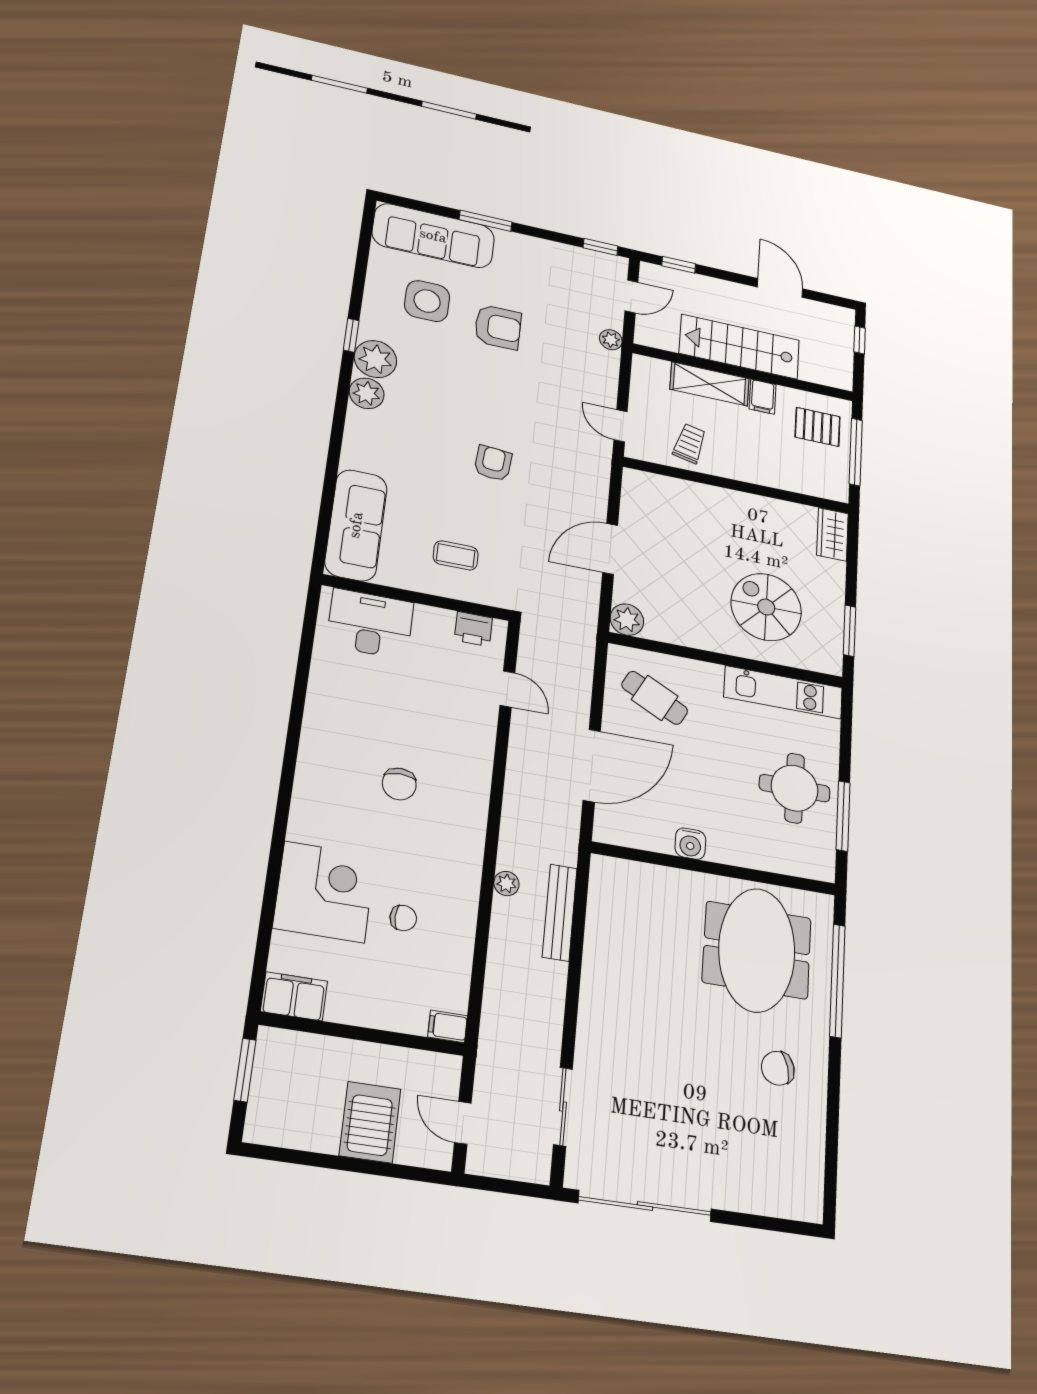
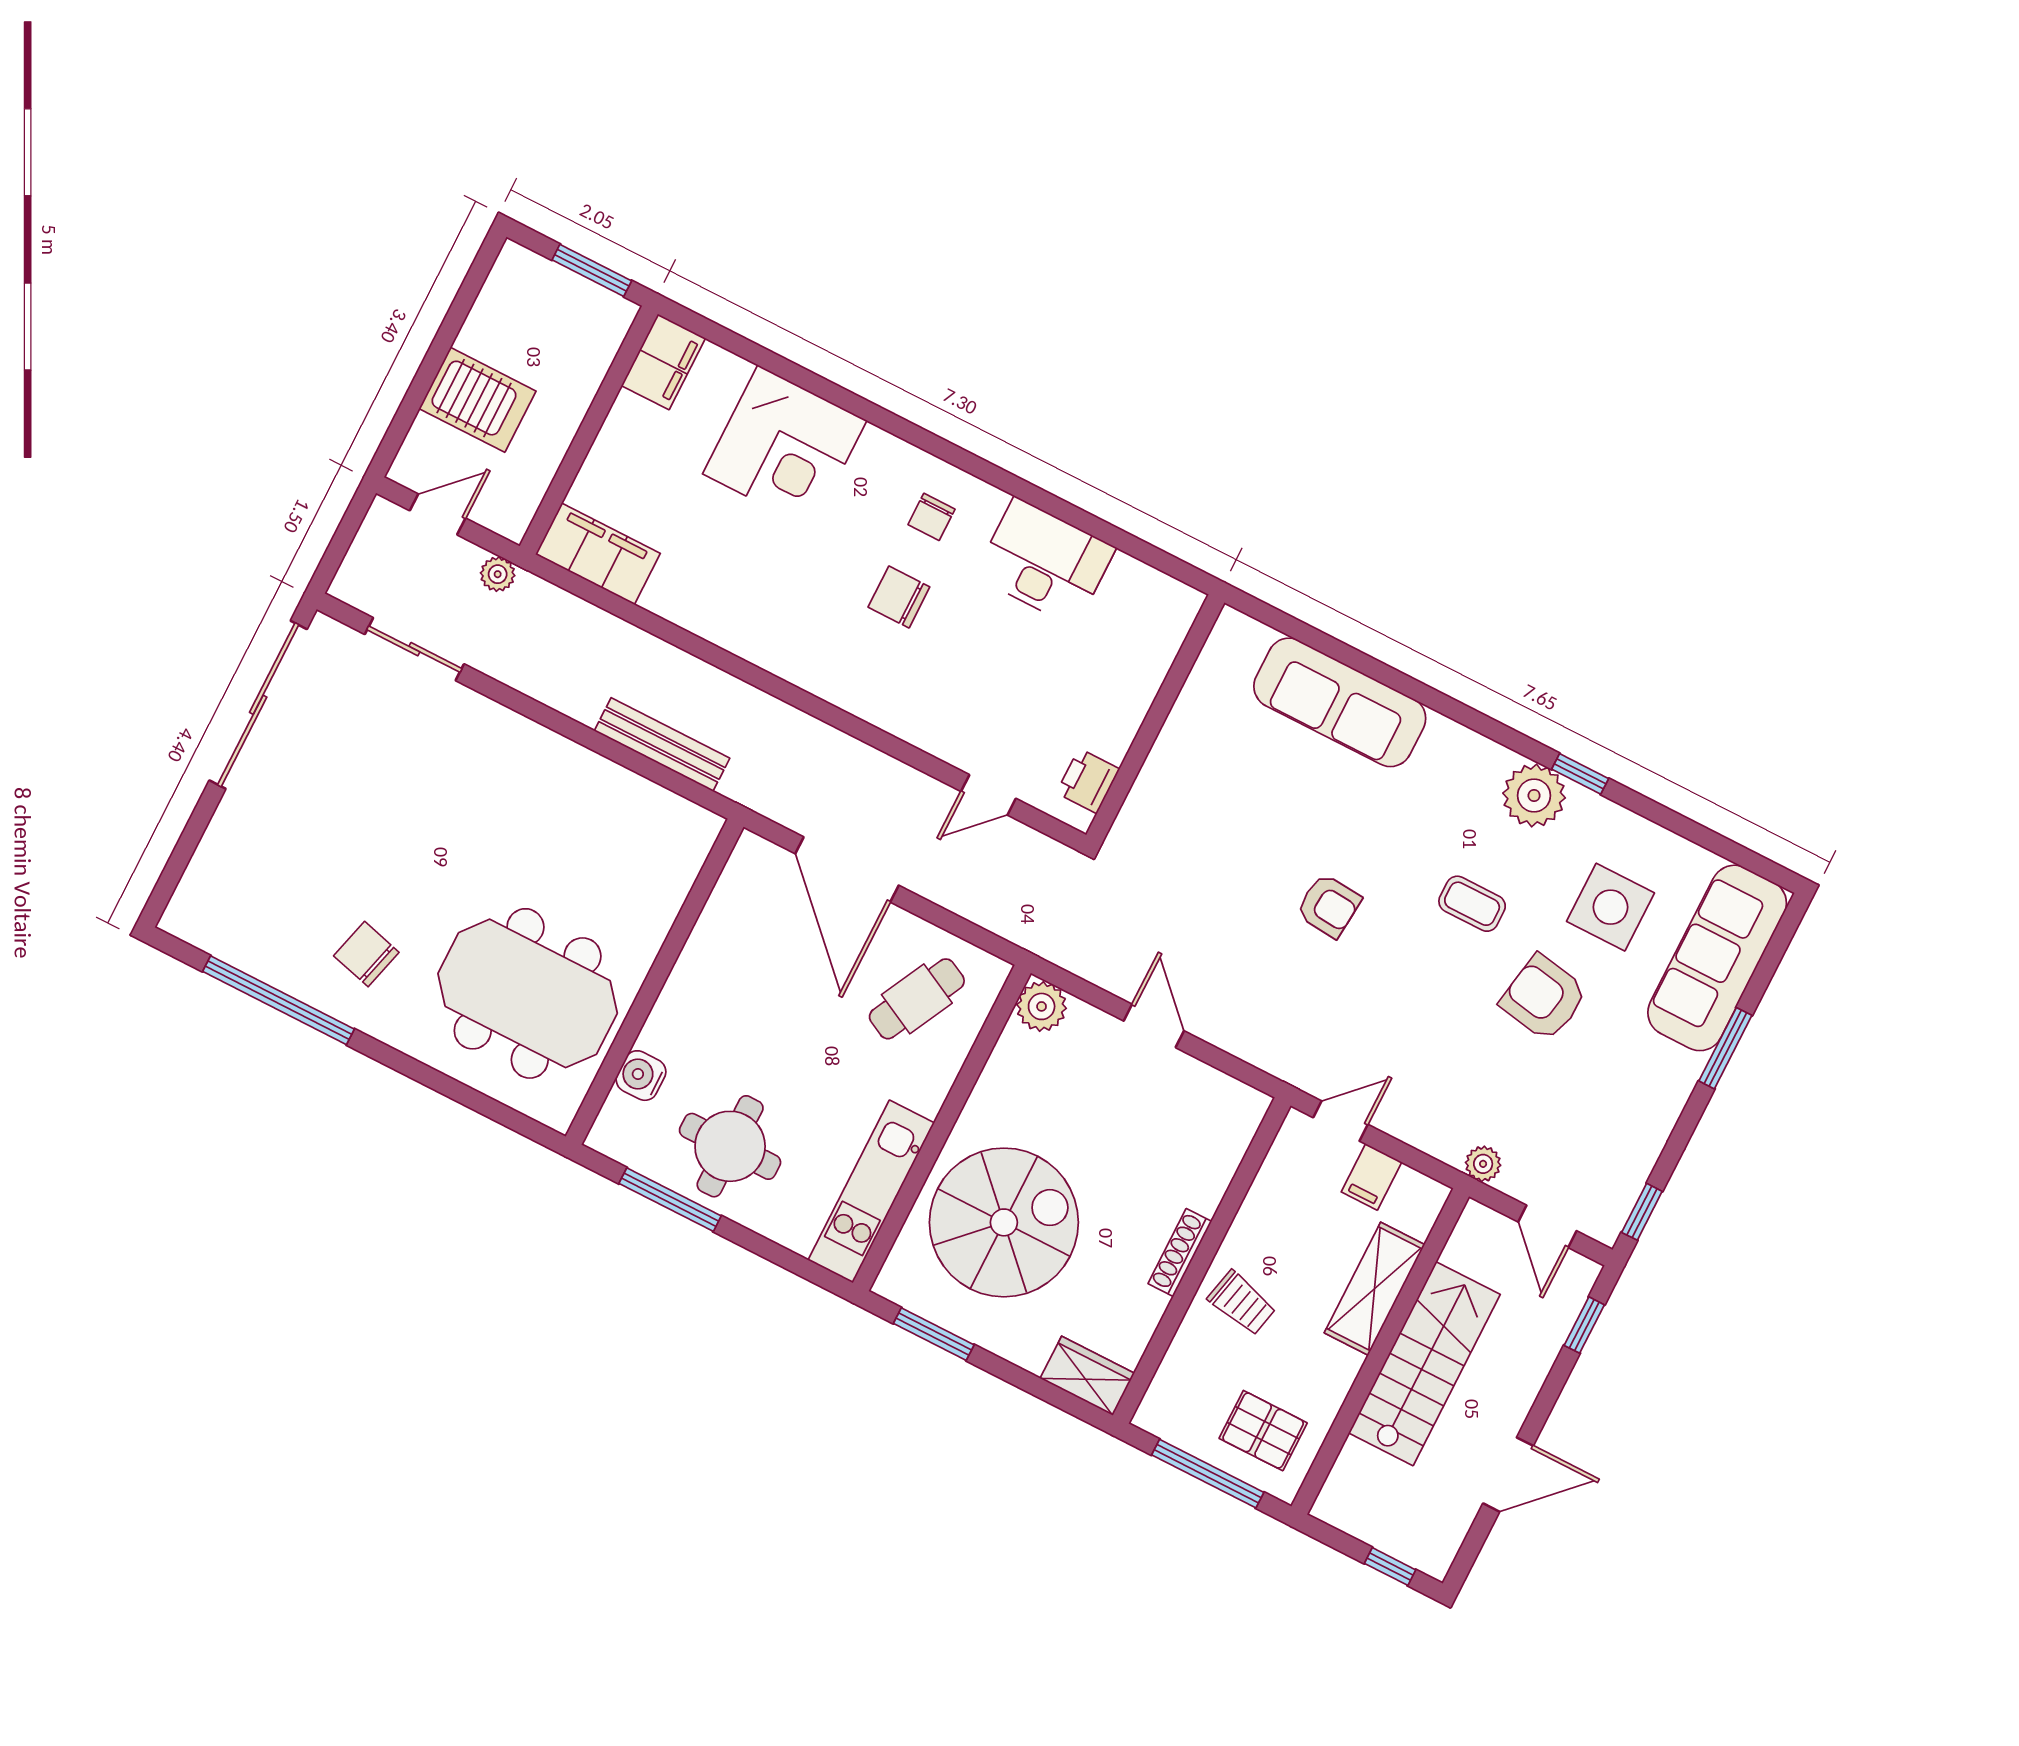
armchair: (498, 327) -> (1544, 998), turned 100
plant: (367, 393) -> (1483, 763), removed
filing cabinet: (763, 397) -> (1372, 1177), moved, turned -90
pallet: (818, 427) -> (1263, 1431), turned 90
trolley: (690, 443) -> (1242, 1303), moved
shoe rack: (738, 499) -> (1180, 1253), added
sofa: (356, 525) -> (1340, 702), moved
door: (610, 549) -> (1154, 1026), width x0.73
coffee table: (456, 555) -> (1472, 904), moved, turned 90
spiral stairs: (766, 607) -> (1004, 1222), width x1.37, depth x1.37
desk: (370, 624) -> (1045, 562), moved, turned -90
water cooler: (690, 844) -> (641, 1076), moved
plant: (506, 884) -> (498, 574), moved
chair: (403, 918) -> (932, 517), moved
window: (837, 981) -> (279, 1000), moved
filing cabinet: (448, 1026) -> (598, 554), width x3.00, depth x1.17
chair: (778, 1068) -> (366, 954), turned -60

